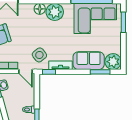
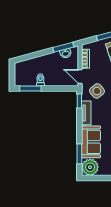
door: (25, 71) -> (80, 77), hinge flipped

